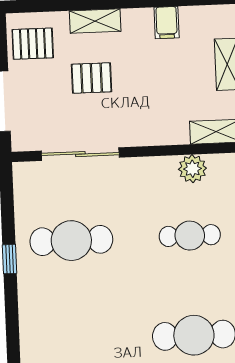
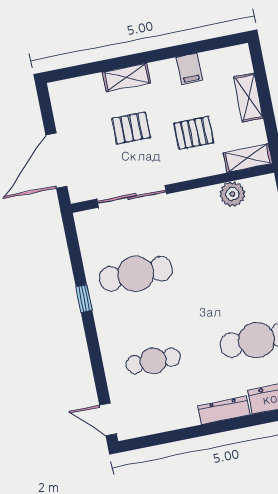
pallet: (33, 44) -> (194, 133), moved
cafe table: (190, 236) -> (153, 361), moved

